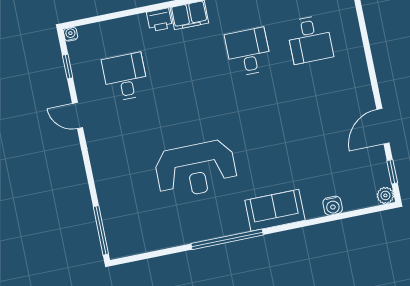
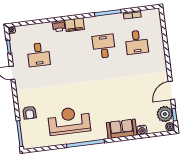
desk: (125, 77) -> (39, 55), turned 180
reception desk: (196, 169) -> (69, 121), moved, turned 180
plant: (374, 172) -> (165, 114), added
armchair: (116, 189) -> (30, 113), added
sofa: (275, 210) -> (122, 129), moved

